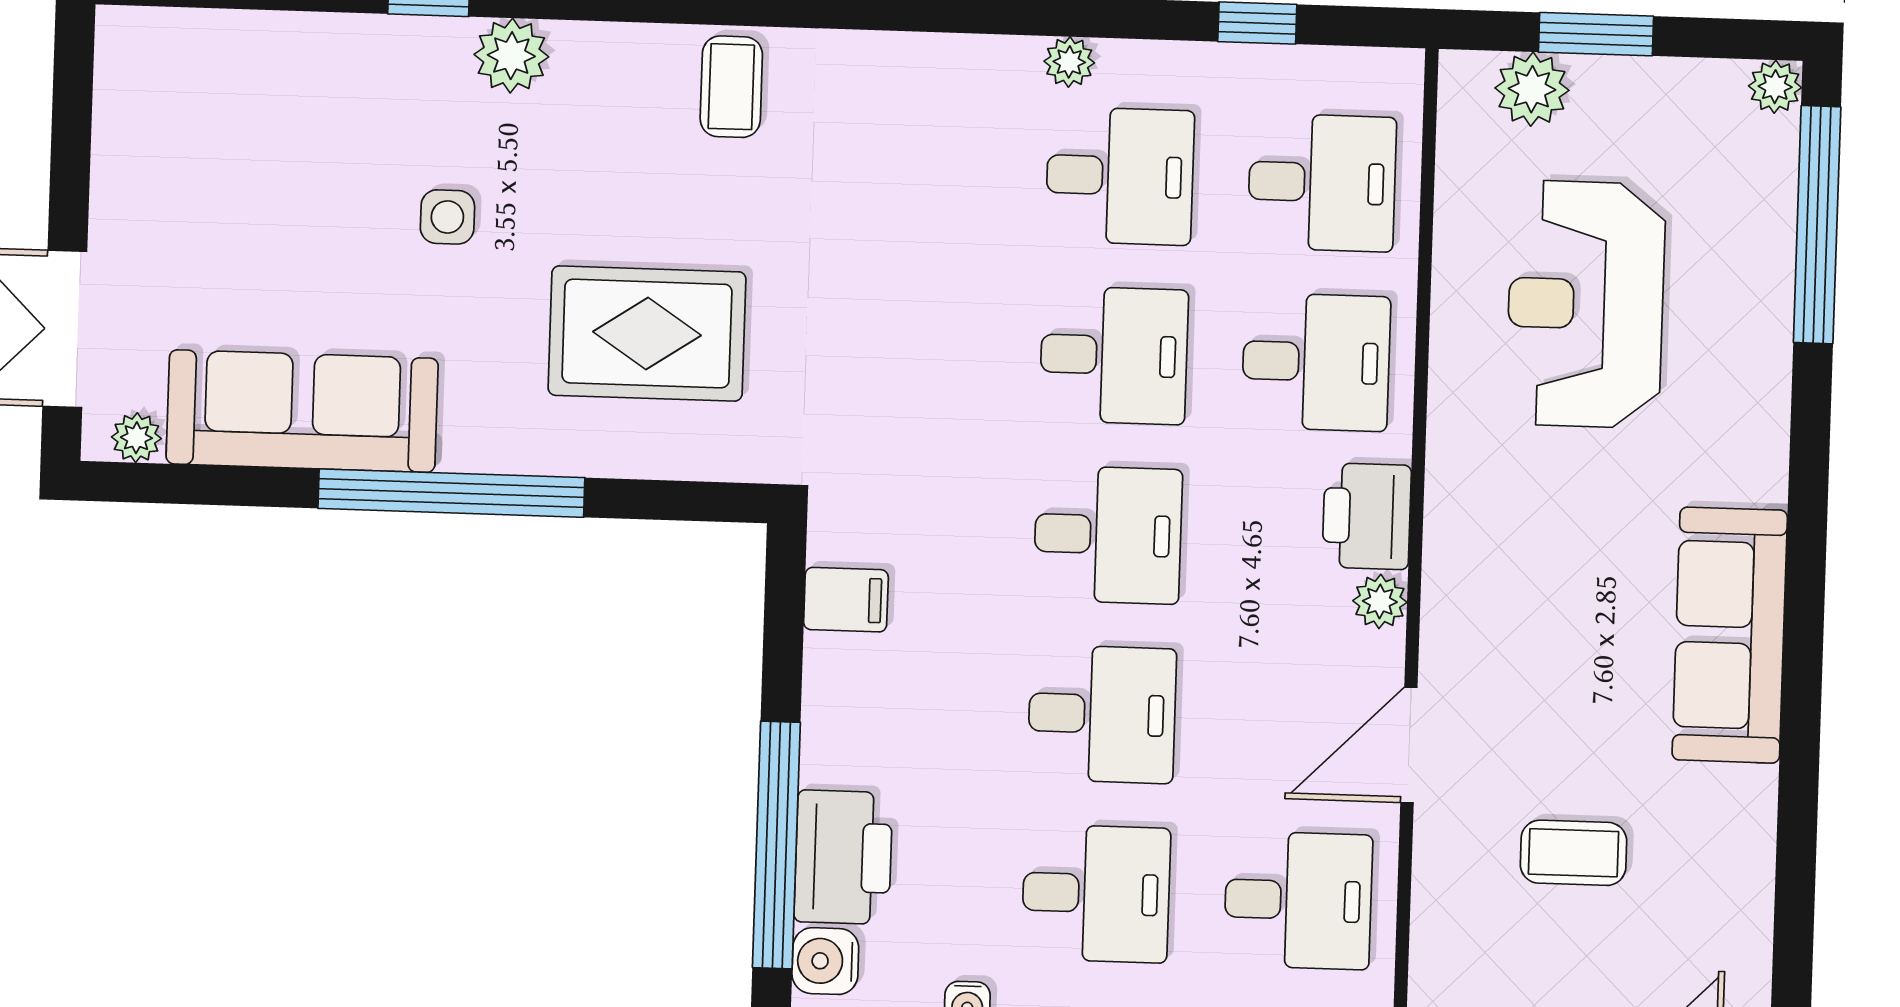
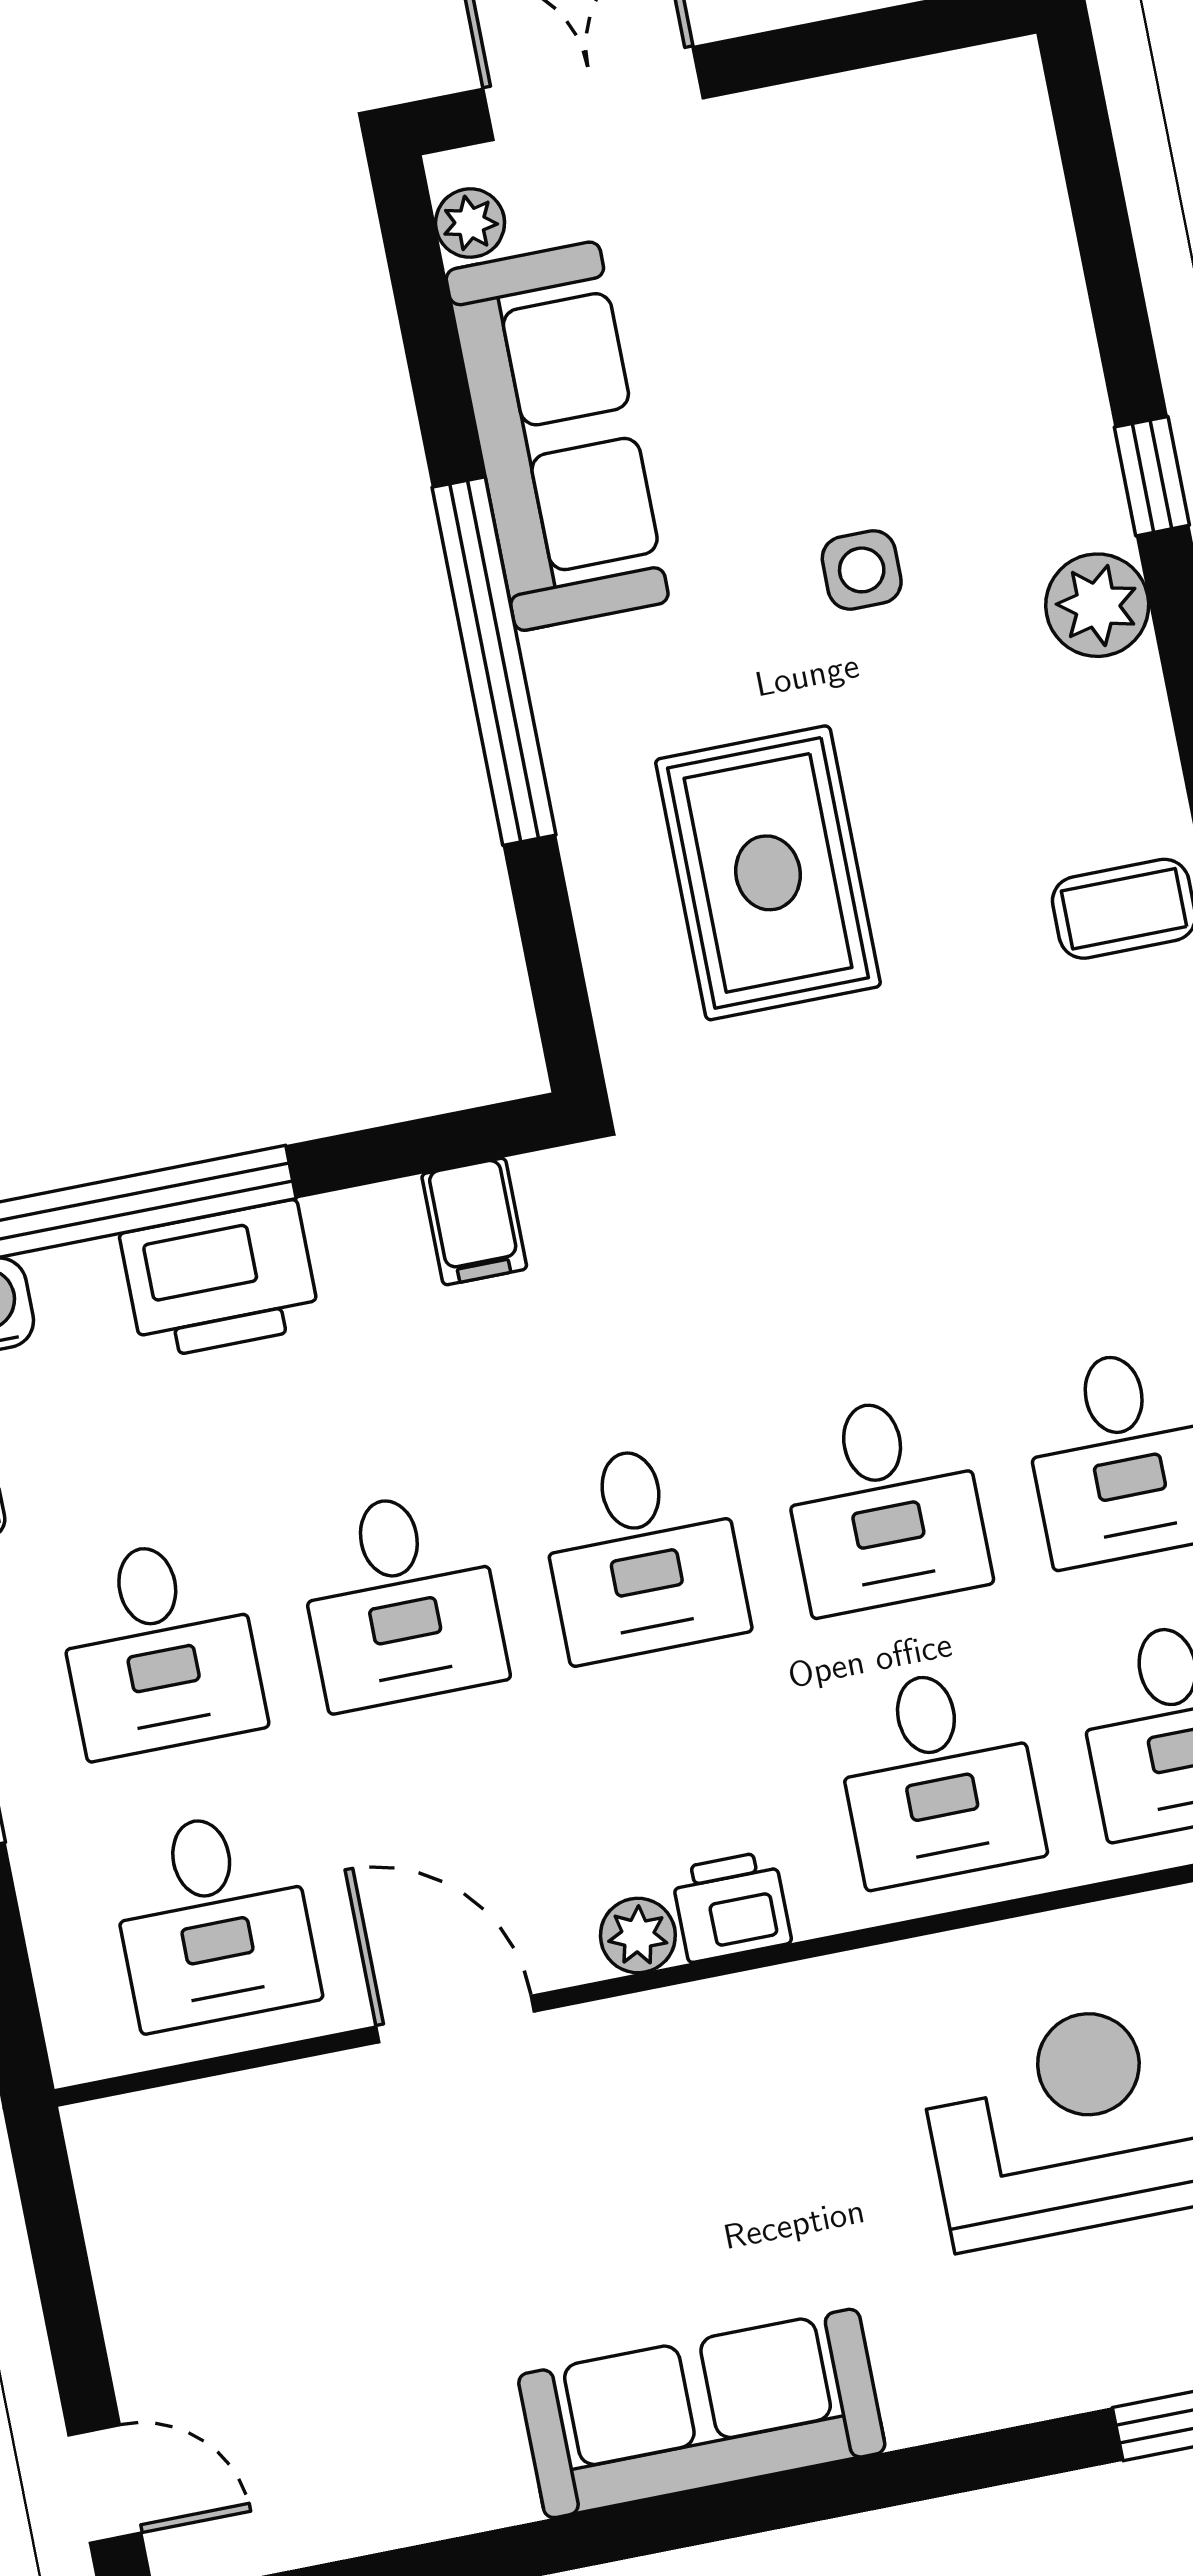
printer: (1367, 516) -> (731, 1906), width x0.73, depth x0.81
coffee table: (1573, 853) -> (362, 2272), removed
printer: (843, 857) -> (220, 1280), moved

